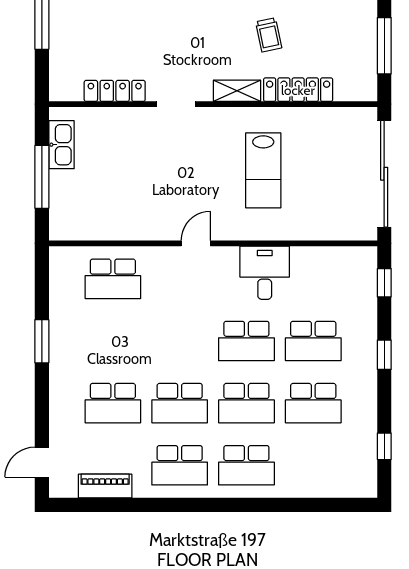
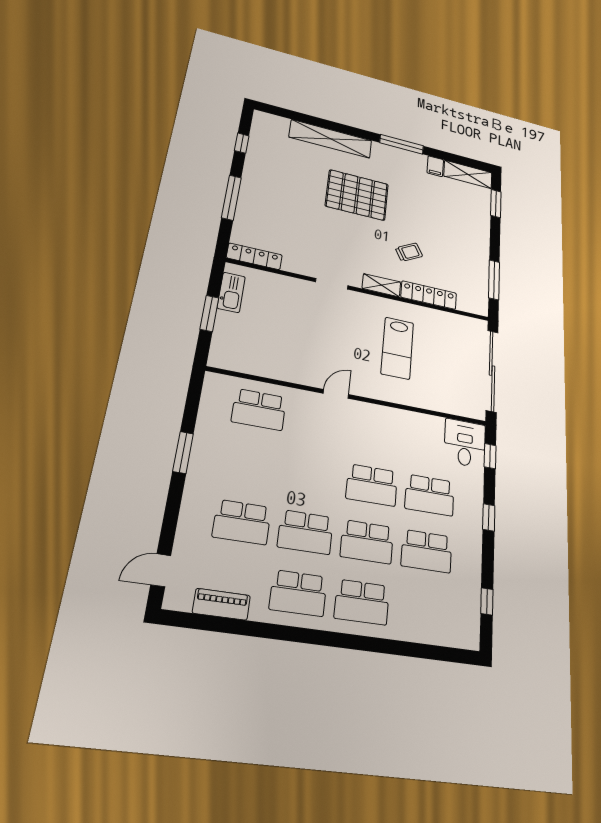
trolley: (269, 35) -> (409, 252), turned -107
locker: (115, 91) -> (254, 256), moved
window: (42, 177) -> (209, 313), width x0.69
desk: (265, 273) -> (465, 443), moved

